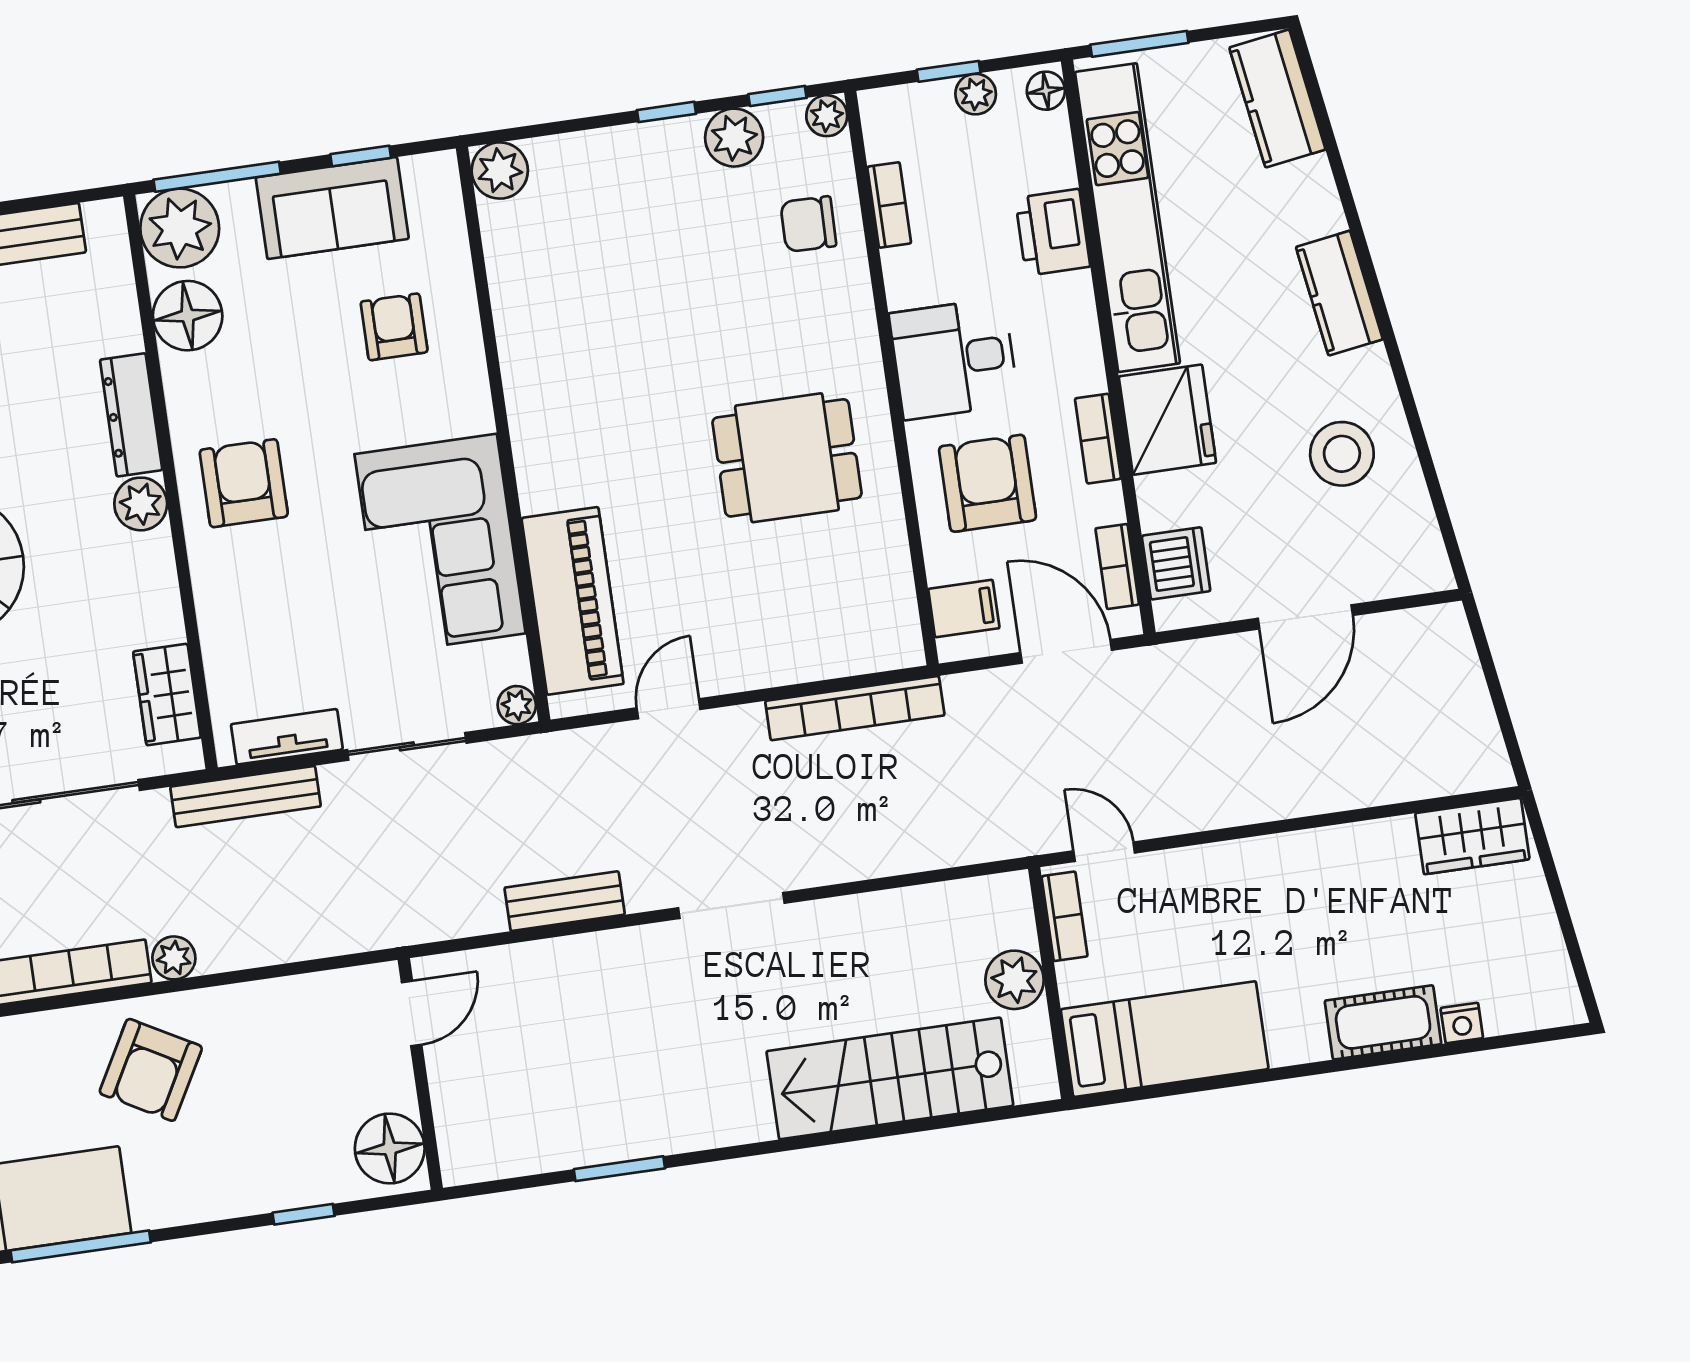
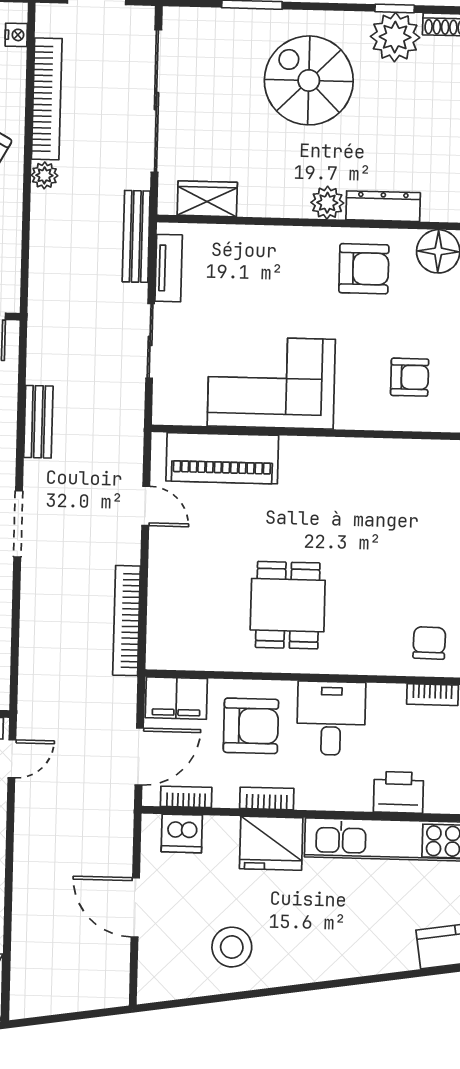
kitchen counter: (1339, 293) -> (331, 962), removed
armchair: (244, 483) -> (364, 269), moved
filing cabinet: (964, 609) -> (176, 698), width x2.00
plant: (517, 705) -> (164, 413), removed

